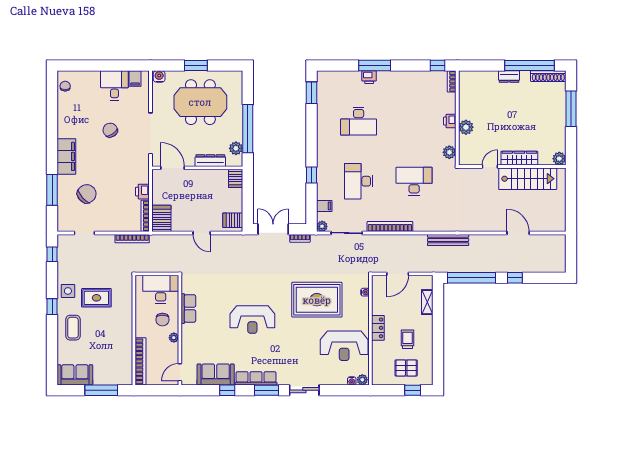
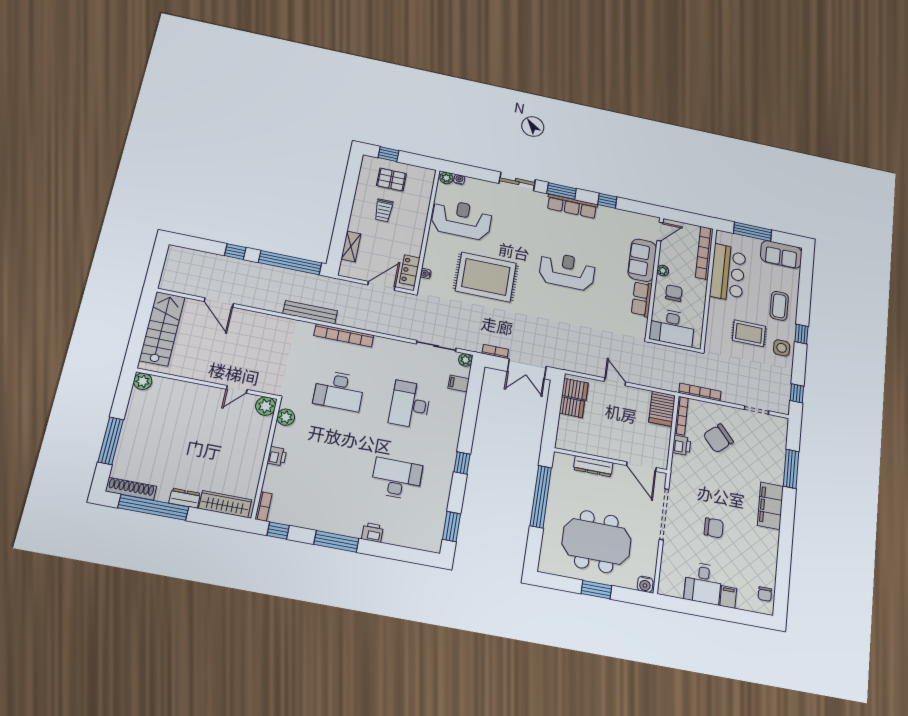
window: (375, 66) -> (336, 541), moved
filing cabinet: (135, 79) -> (728, 597), moved
plant: (466, 127) -> (266, 406), moved
chair: (110, 130) -> (714, 528), turned -56
plant: (236, 148) -> (559, 475), removed
wardrobe: (519, 158) -> (225, 504), moved, turned 180
window: (312, 175) -> (462, 463), moved
server rack: (235, 178) -> (572, 407), moved, turned 90
stairs: (528, 179) -> (162, 329), moved, turned 90
desk: (359, 181) -> (410, 405), turned 180
chair: (87, 194) -> (718, 438), moved
bookcase: (390, 227) -> (344, 335), moved
locker: (378, 328) -> (410, 270), moved
bar counter: (119, 348) -> (728, 273), added
sofa: (216, 374) -> (642, 260), moved, turned 90

